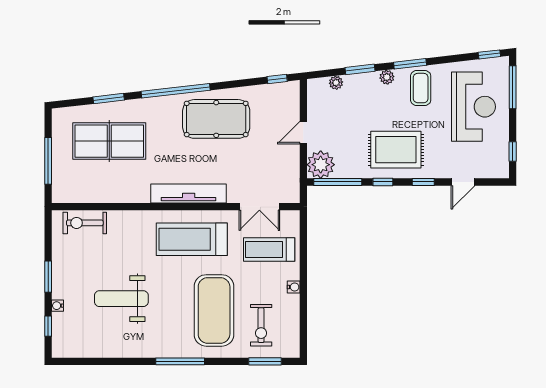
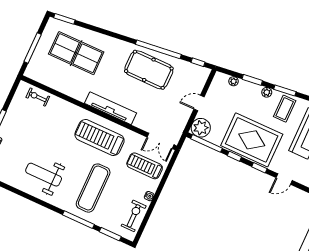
window: (176, 91) -> (158, 49), moved
window: (109, 98) -> (64, 19), moved
rug: (396, 150) -> (252, 140), width x1.37, depth x1.44
double door: (259, 207) -> (160, 141), moved
exercise bike: (85, 223) -> (38, 97), width x0.73, depth x0.72
weight bench: (121, 299) -> (44, 175), moved
exercise mat: (214, 310) -> (93, 188), width x0.68
exercise bike: (261, 325) -> (134, 216), moved, turned 180
window: (180, 361) -> (78, 220), moved

